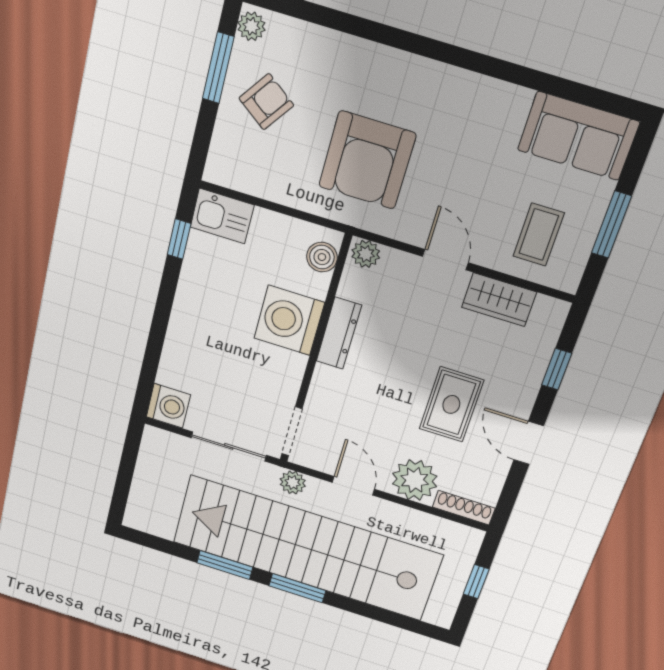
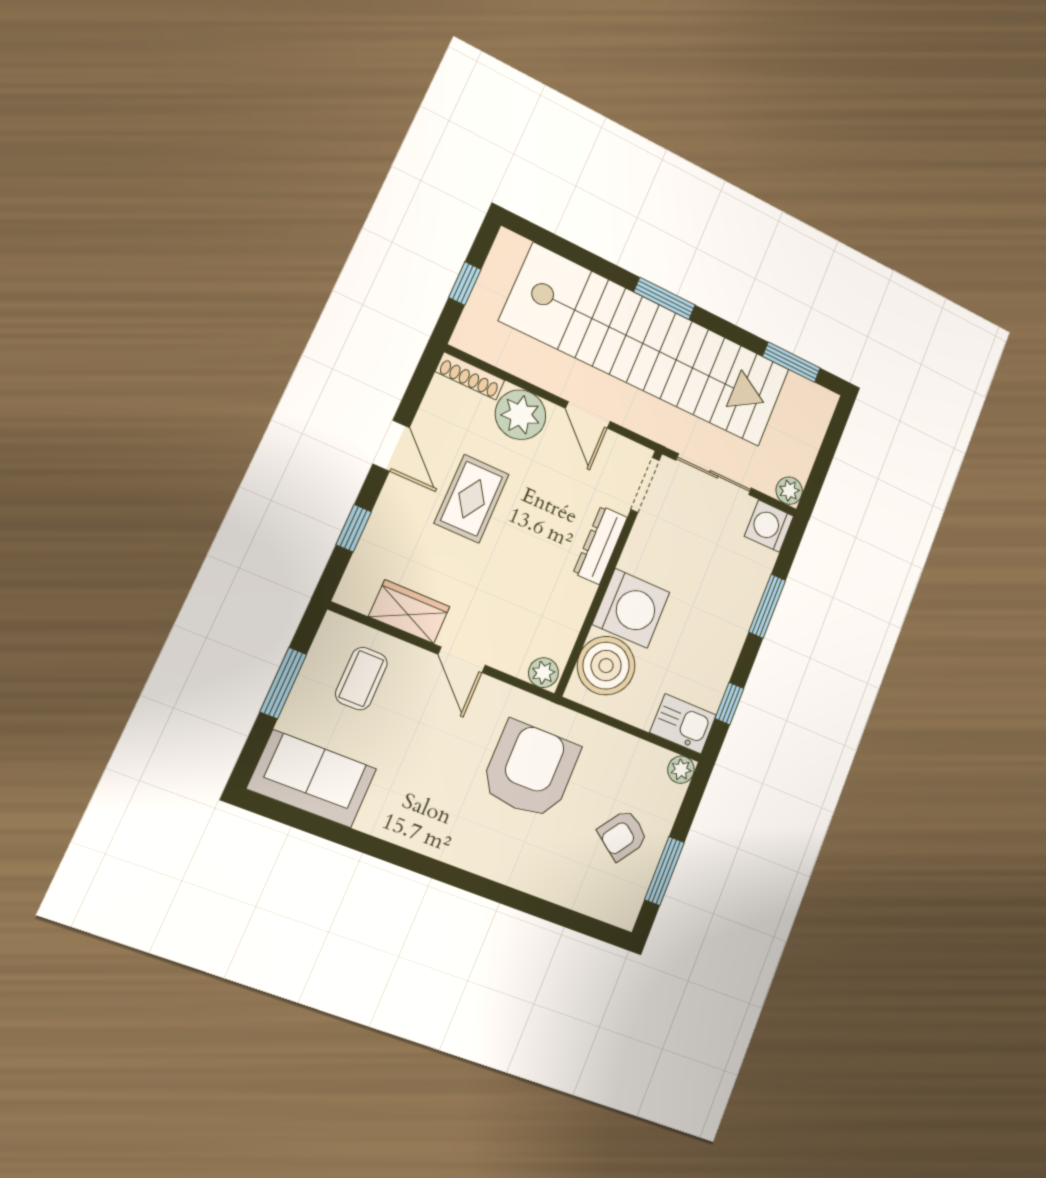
plant: (251, 26) -> (681, 770), moved
boiler: (322, 257) -> (606, 666), width x1.86, depth x1.86
dresser: (339, 333) -> (600, 545), moved
window: (157, 334) -> (767, 606), added
plant: (293, 483) -> (789, 491), moved
window: (225, 565) -> (791, 362), moved

